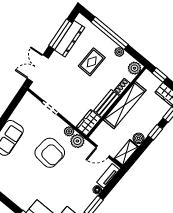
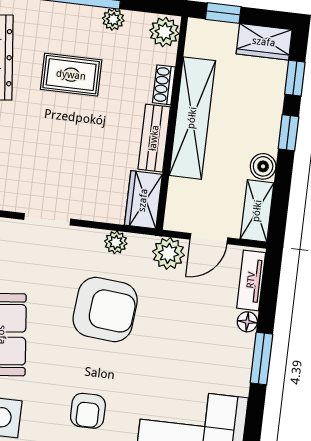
rug: (92, 62) -> (71, 75), turned 90
plant: (77, 141) -> (169, 253), moved
armchair: (20, 185) -> (88, 411), added

